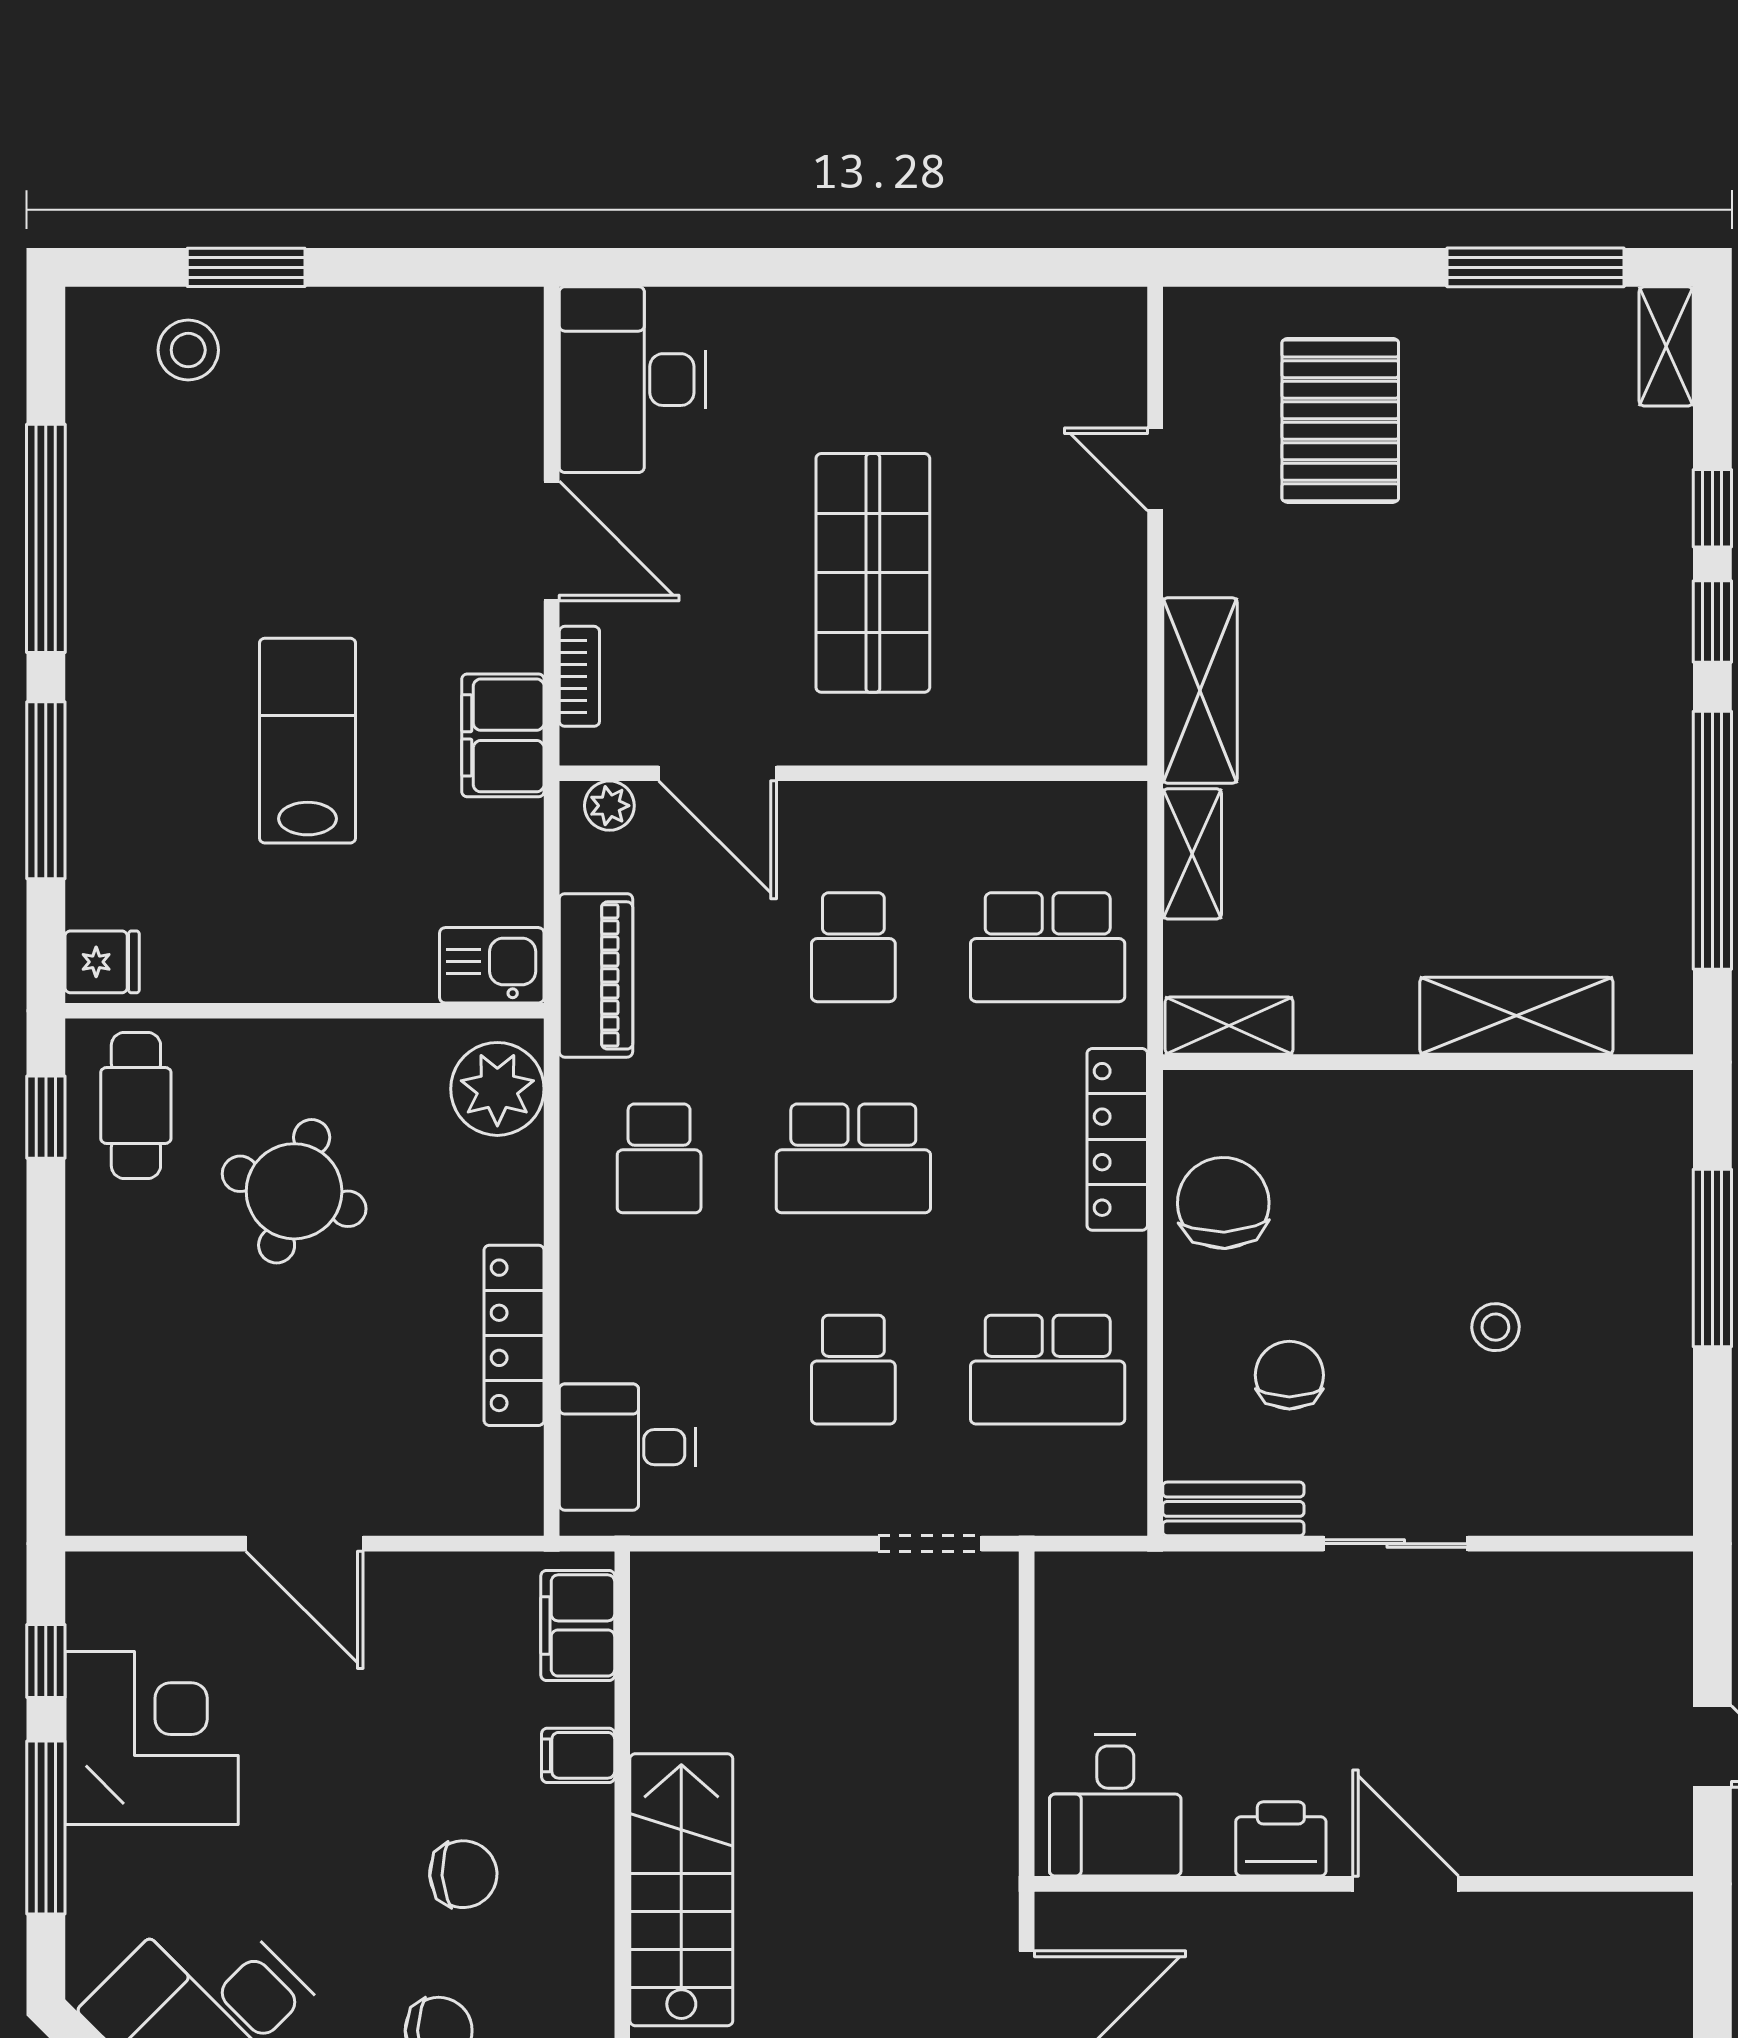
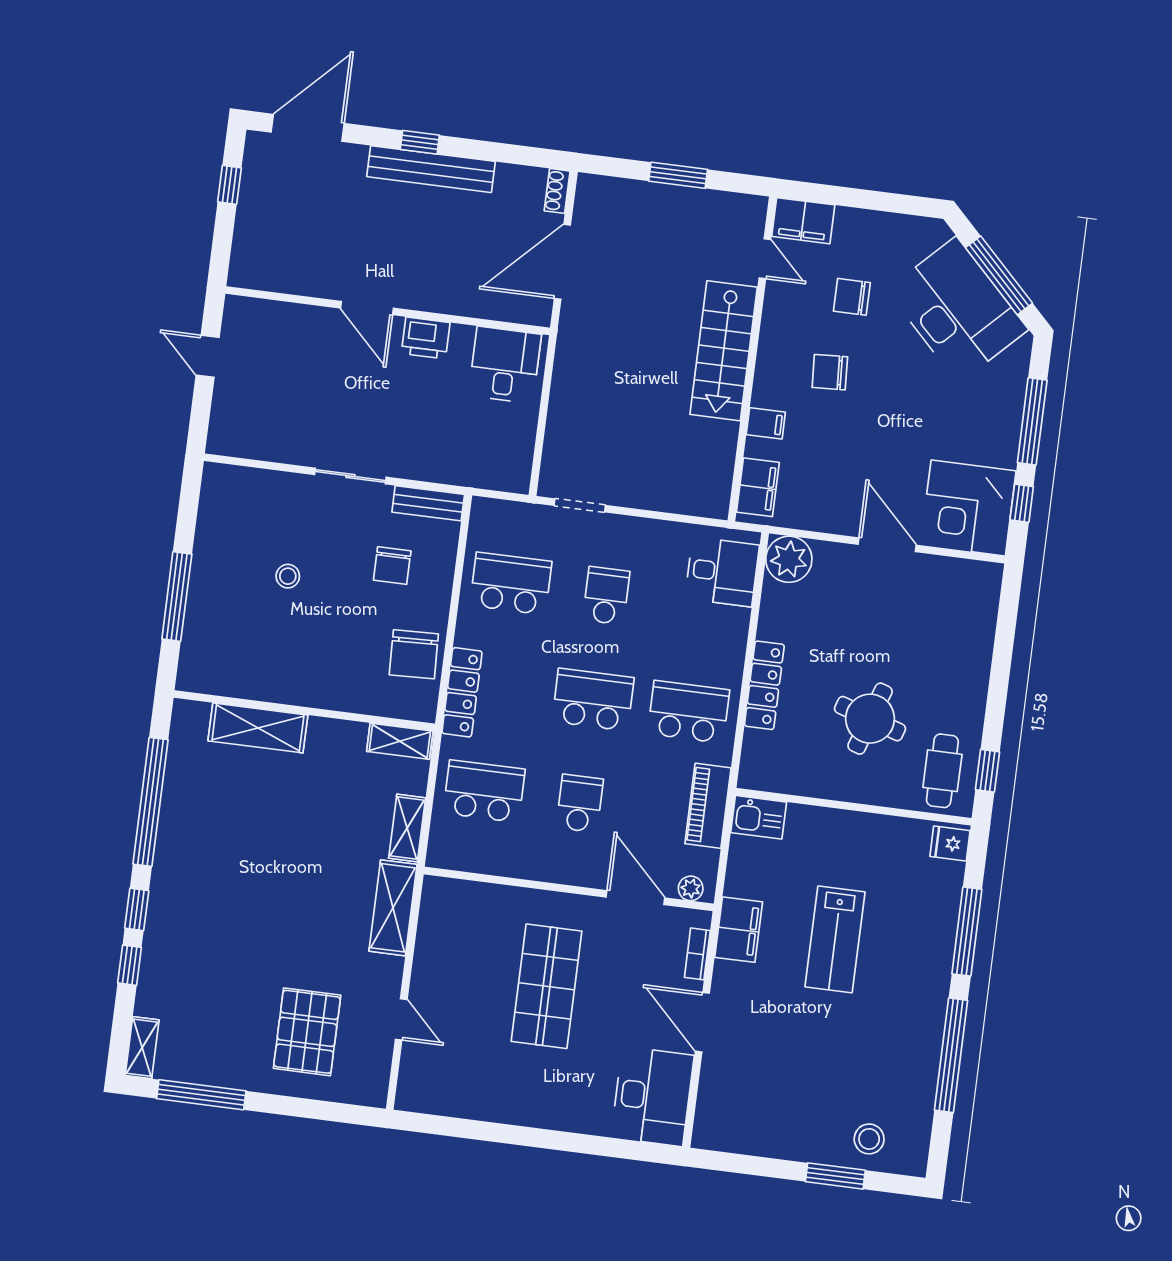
plant: (497, 1089) -> (789, 559), moved
school desk: (659, 1158) -> (688, 712), width x1.85
locker: (514, 1335) -> (764, 685), moved
corner desk: (152, 1738) -> (968, 508), moved

